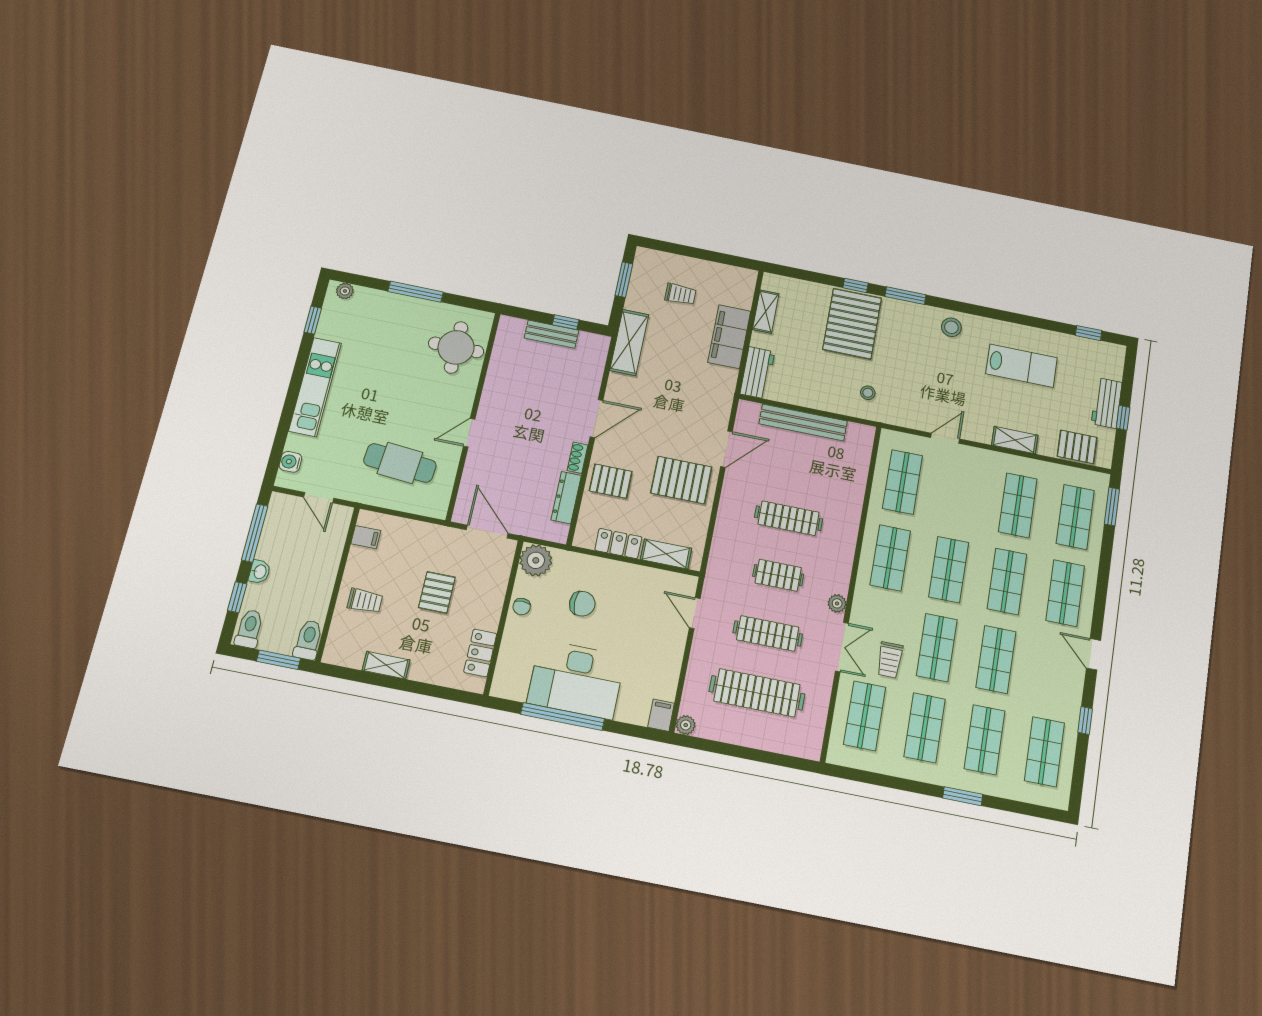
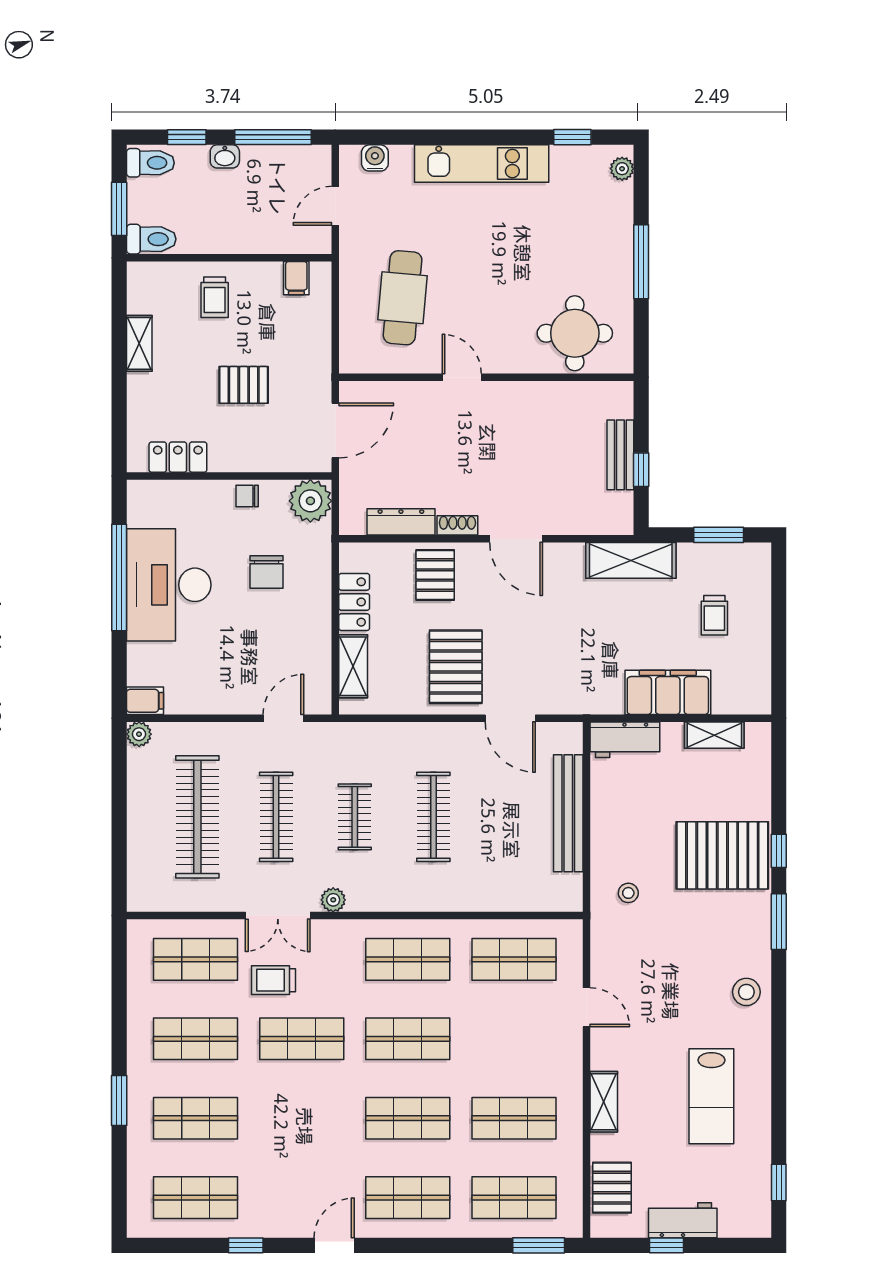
shop shelf: (996, 659) -> (302, 1118), removed

